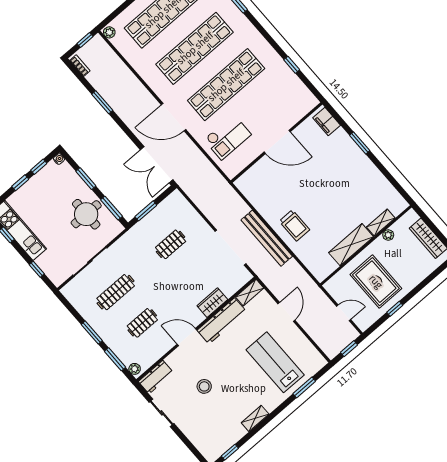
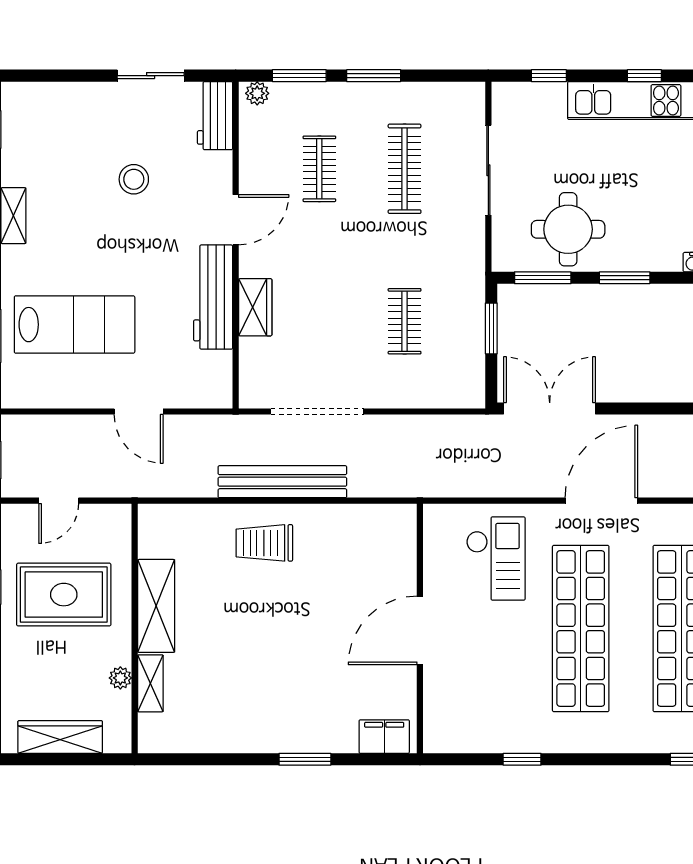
checkout: (228, 137) -> (496, 559), turned 180
shelving: (250, 293) -> (220, 380), removed

